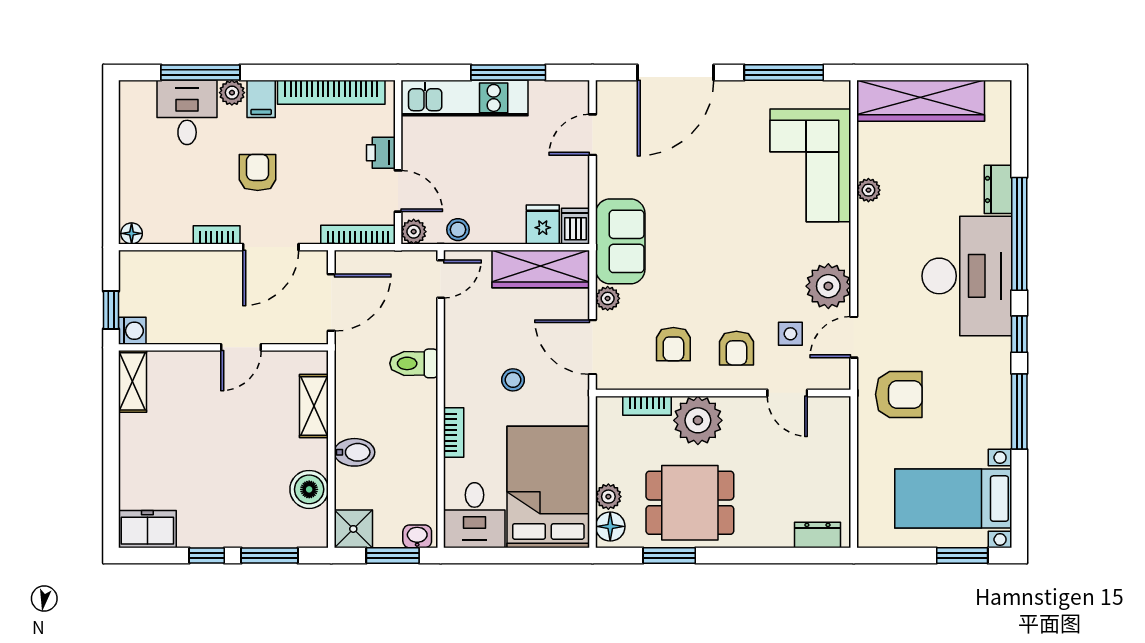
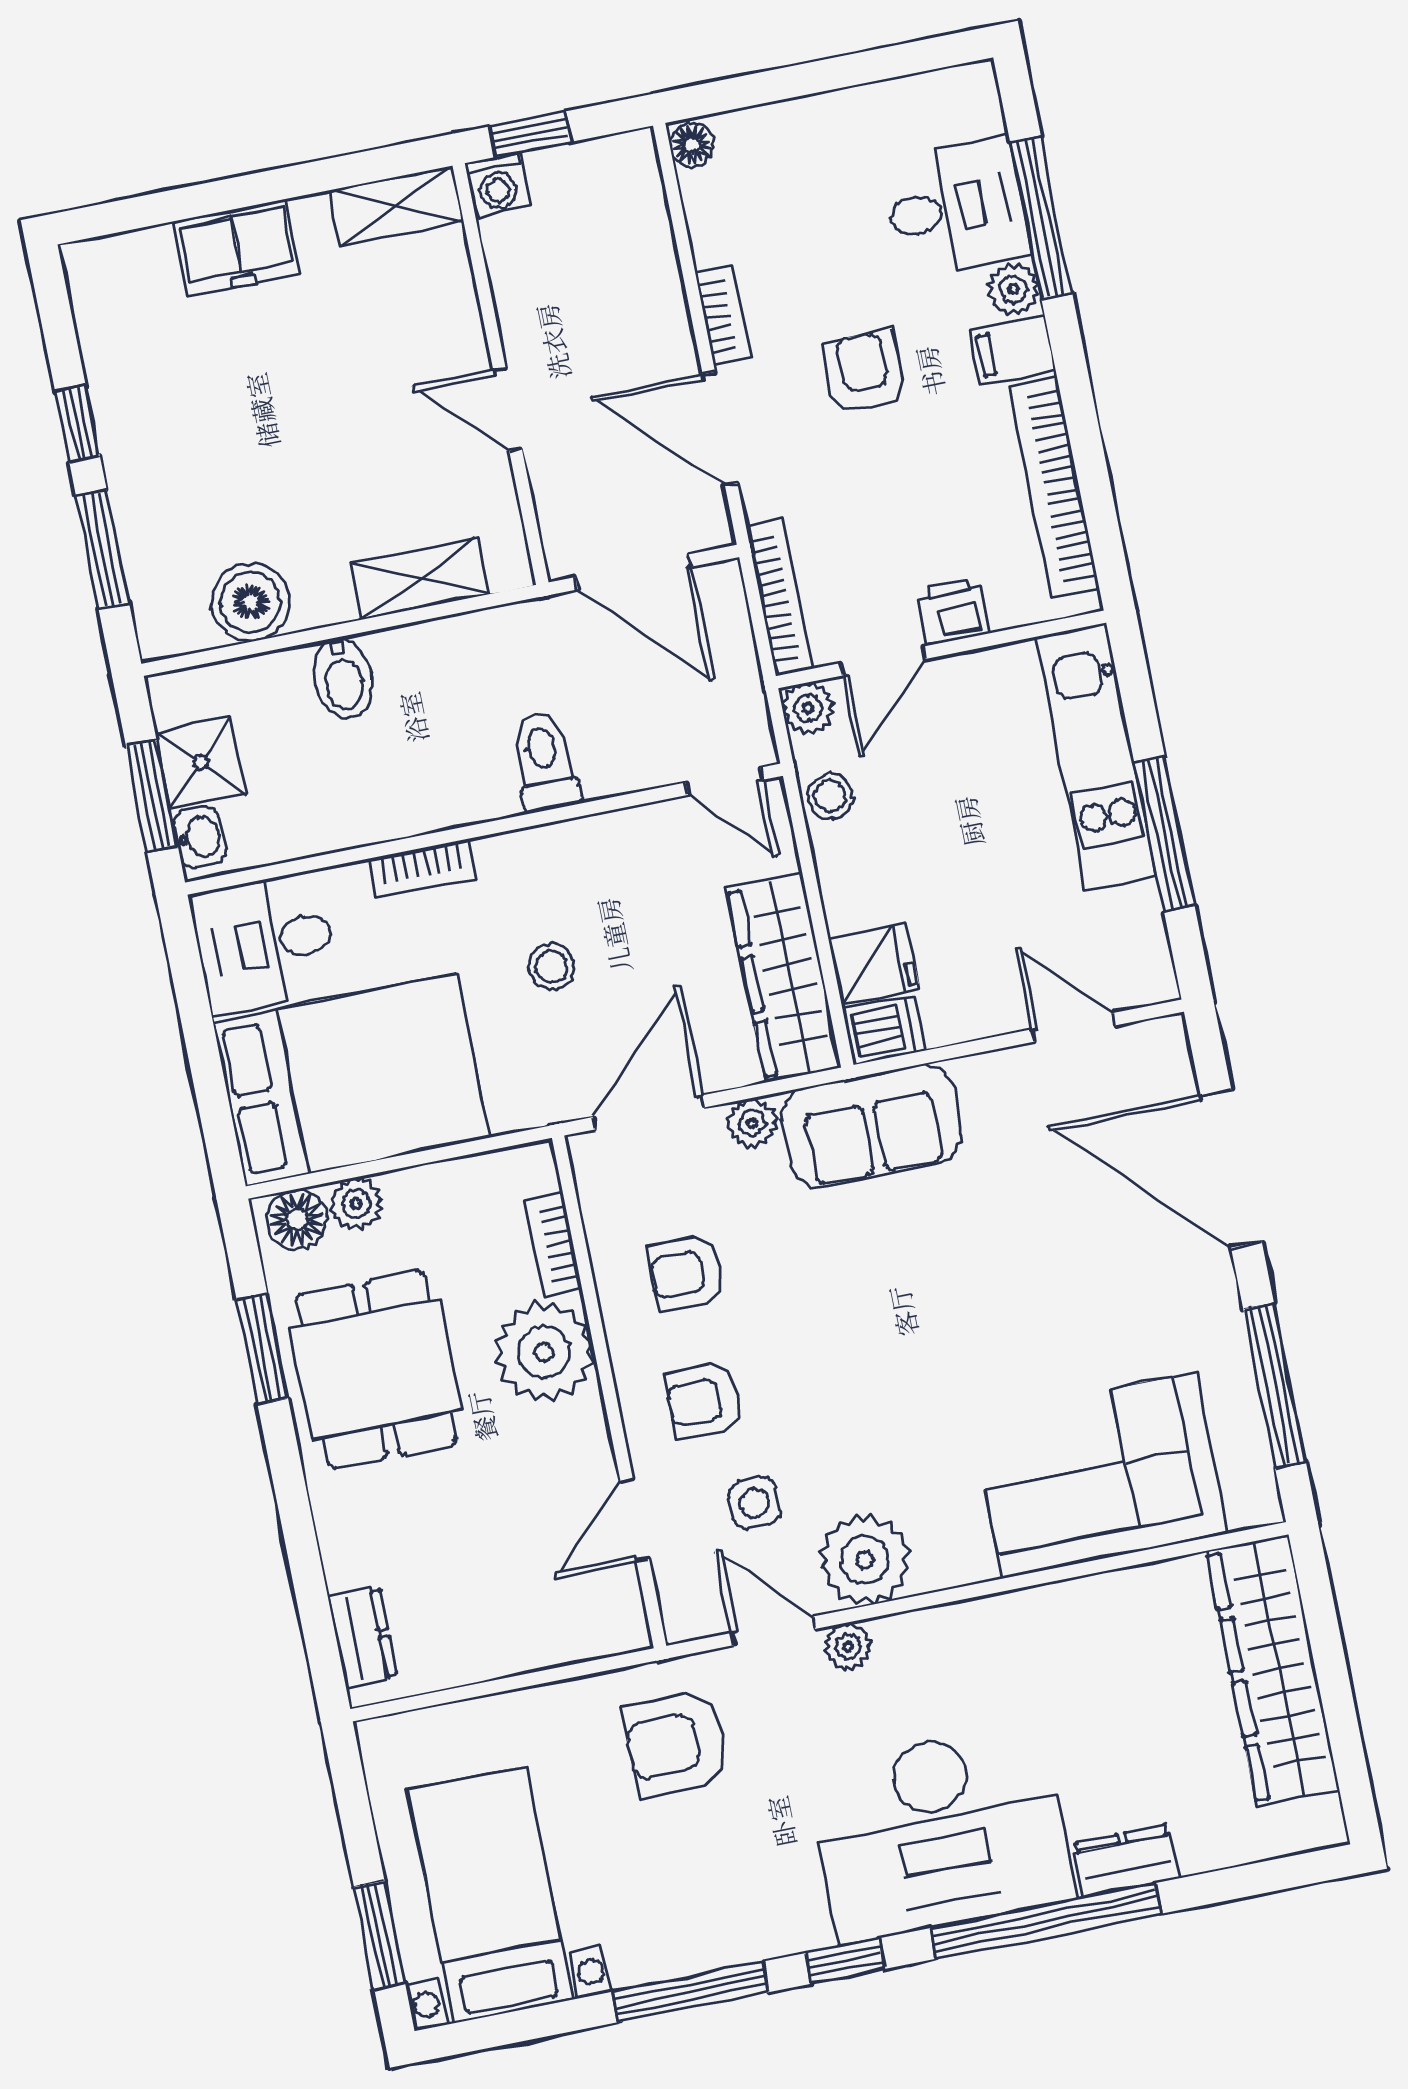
armchair: (258, 173) -> (864, 372), turned -90
plant: (868, 190) -> (848, 1647), moved
armchair: (899, 394) -> (676, 1744), turned 90
freezer: (147, 529) -> (237, 248), moved, turned 90
shower: (353, 529) -> (201, 763), moved

